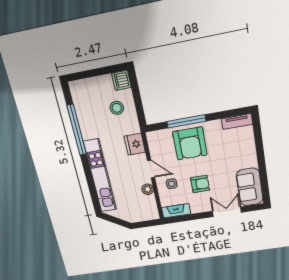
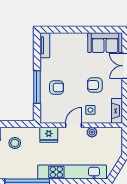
armchair: (190, 143) -> (57, 87), width x0.53, depth x0.53
armchair: (200, 184) -> (95, 85), turned -90

